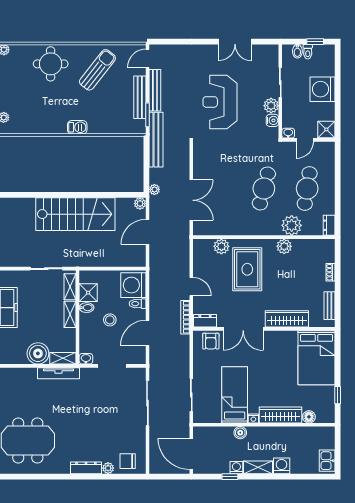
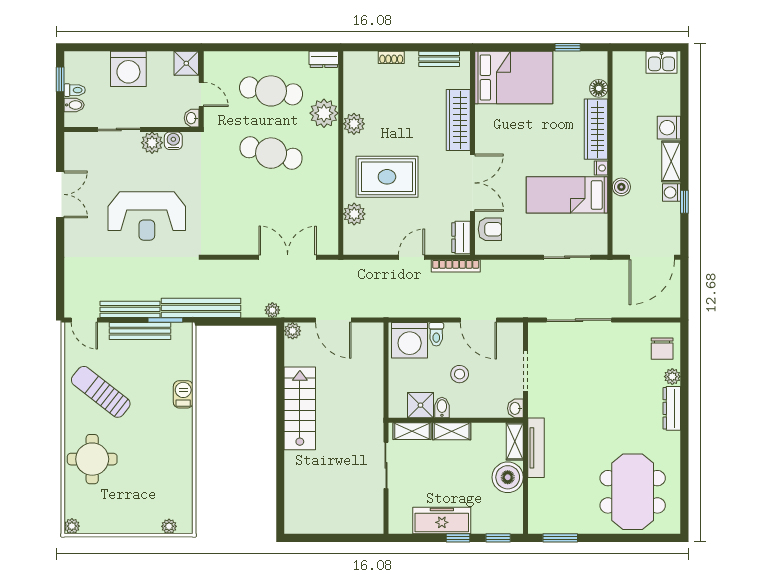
barbecue: (77, 127) -> (183, 394), moved
stairs: (75, 214) -> (300, 408), width x0.73, depth x0.66

